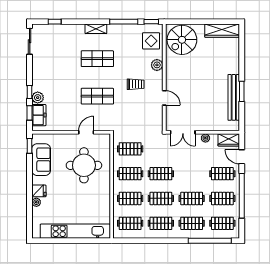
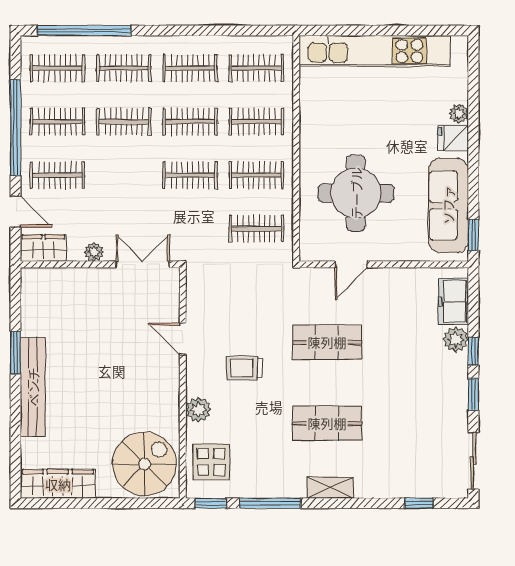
bench: (234, 97) -> (33, 387), moved
window: (30, 113) -> (473, 394), moved
sofa: (41, 160) -> (448, 205), width x1.36

